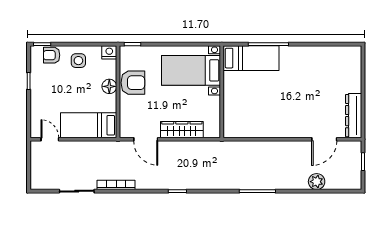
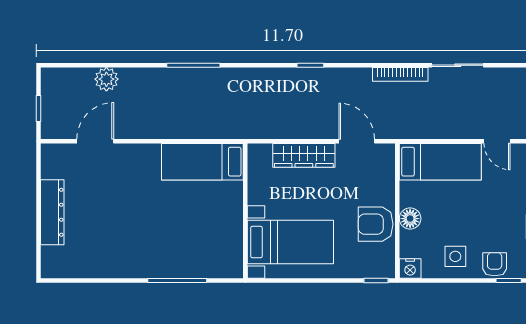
armchair: (52, 55) -> (495, 264), turned -90
bed: (251, 58) -> (202, 162), moved
dresser: (354, 116) -> (52, 212), moved

